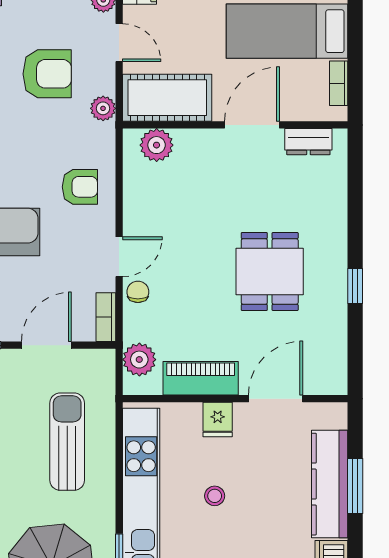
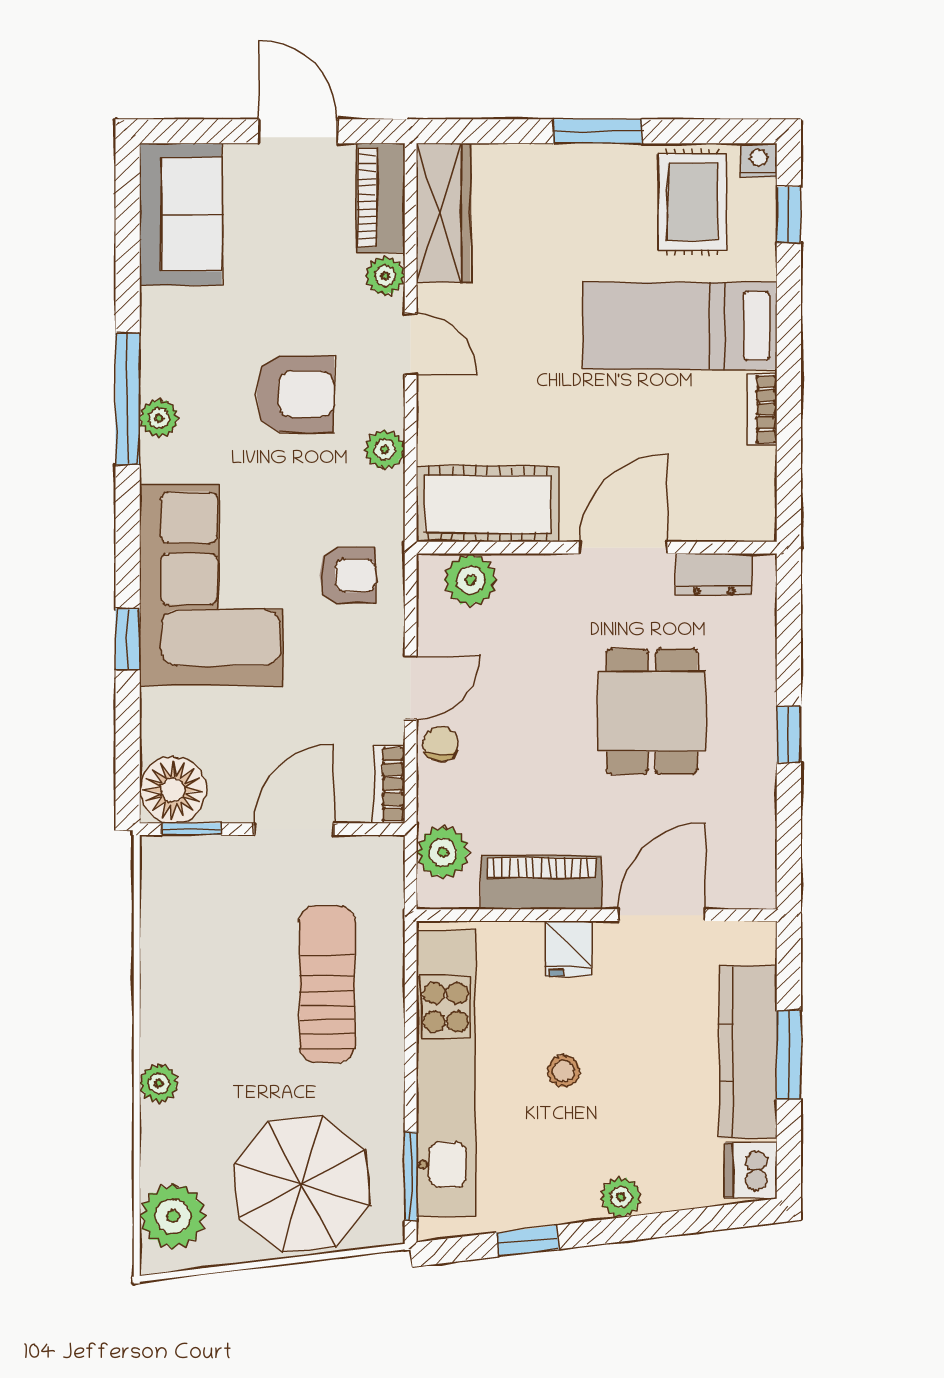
cot: (167, 98) -> (488, 504), moved
wall: (235, 125) -> (597, 548), moved
door: (252, 125) -> (624, 548), moved
dresser: (308, 142) -> (714, 575), moved
plant: (157, 145) -> (471, 580), moved

